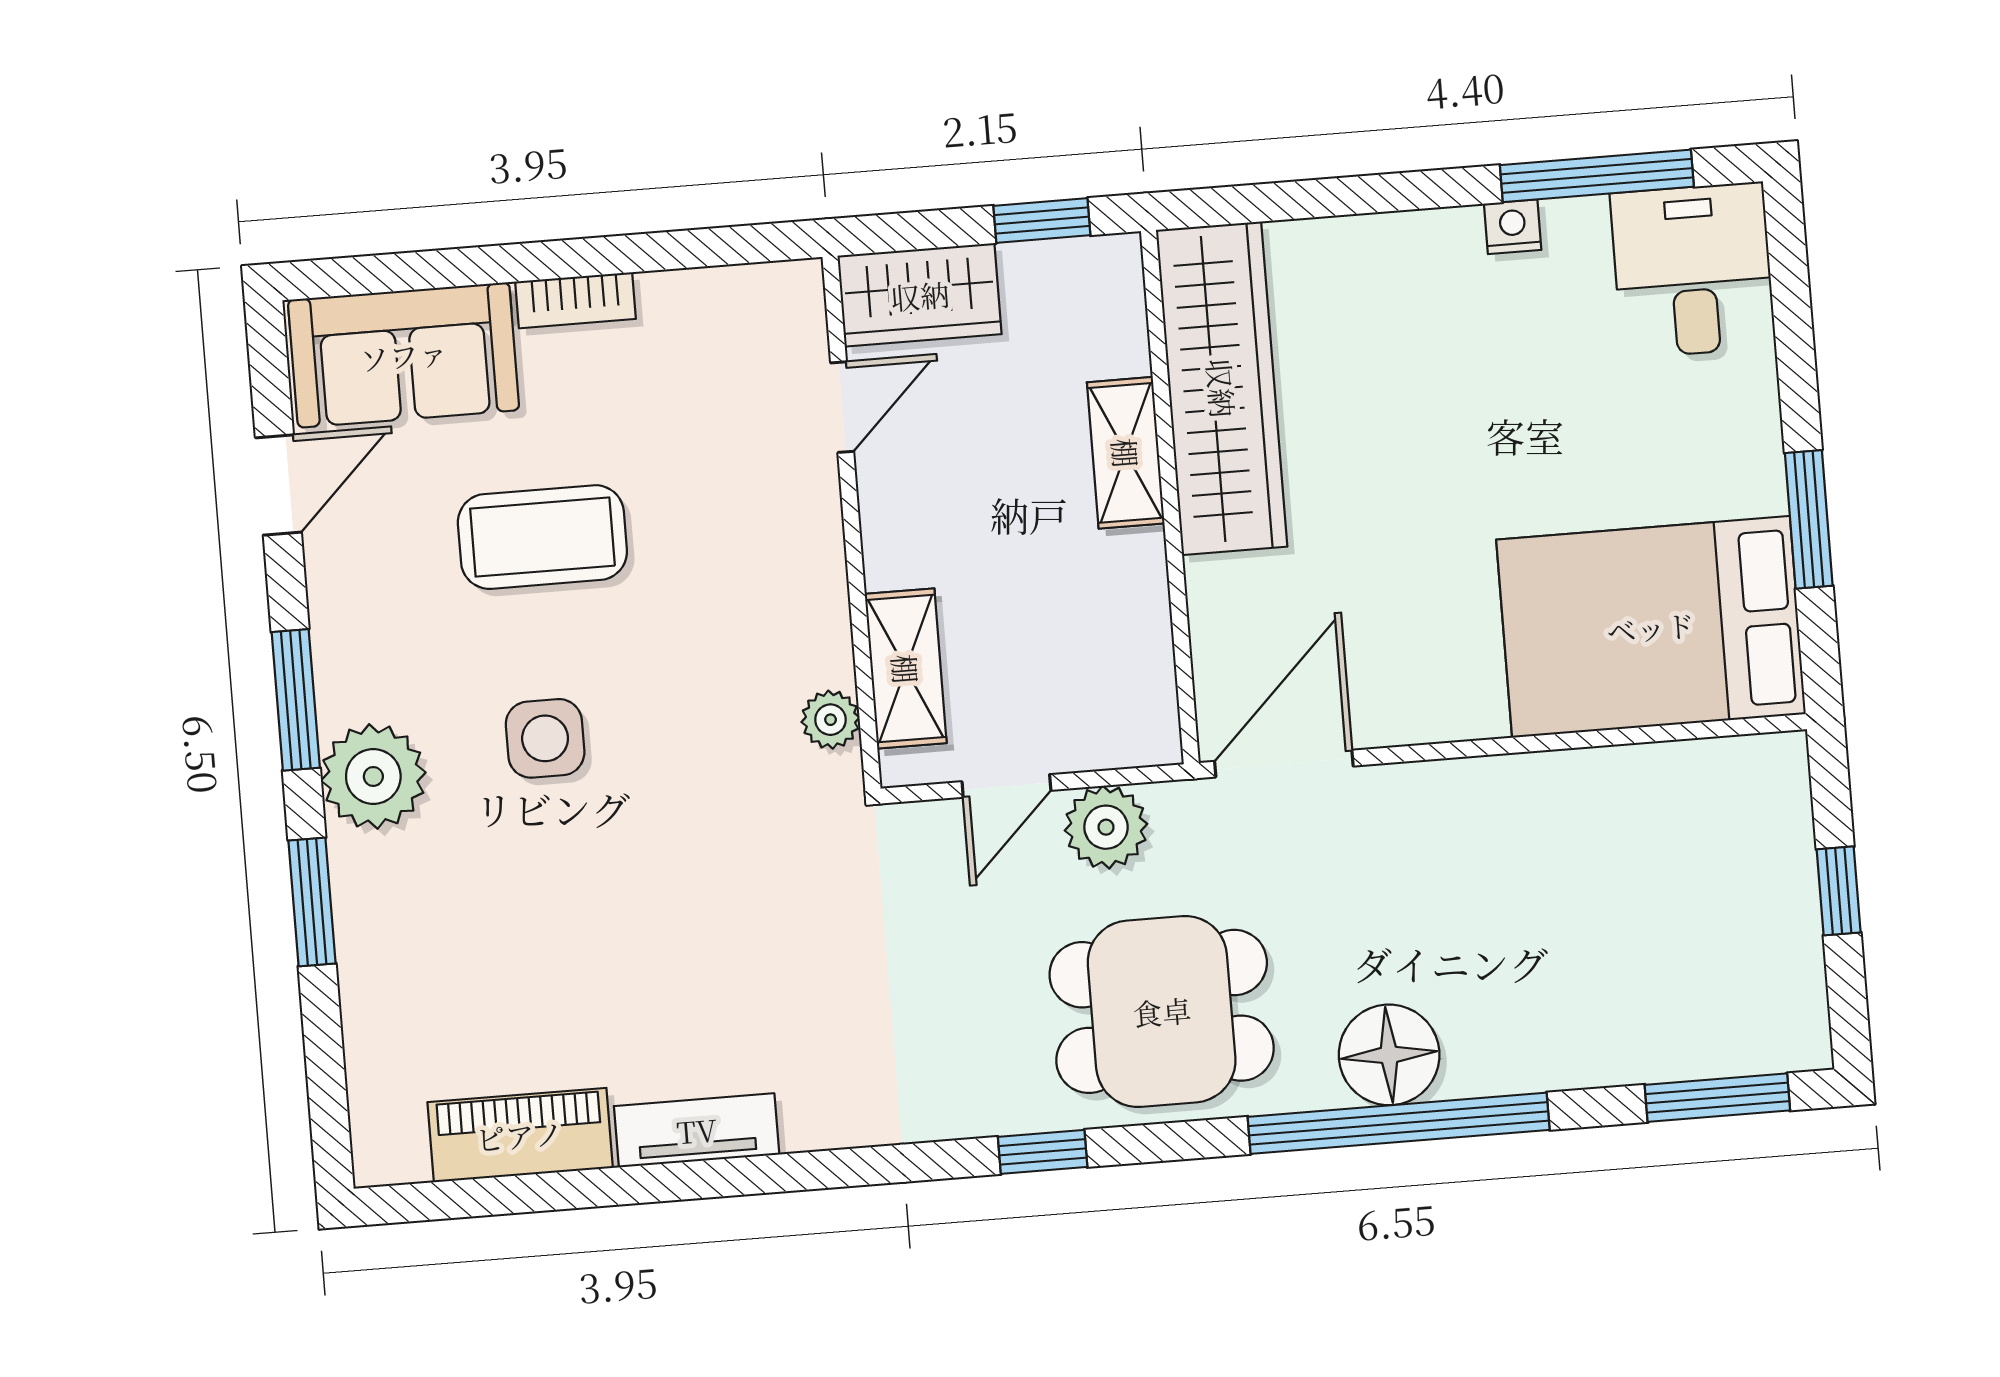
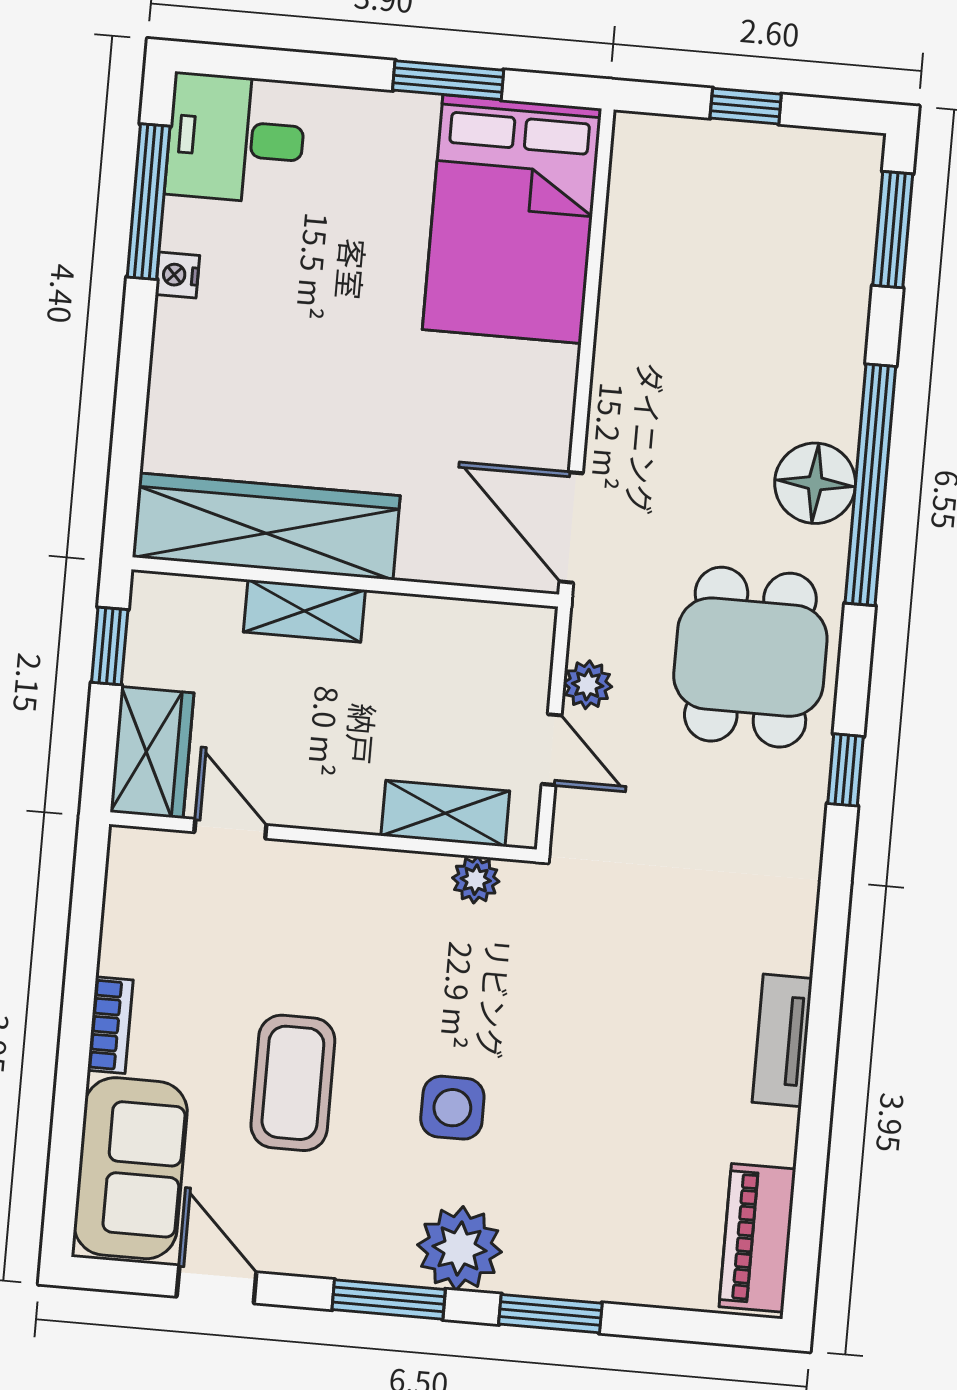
plant: (1106, 827) -> (588, 685), width x0.73, depth x0.73
piano: (520, 1135) -> (757, 1238), moved

